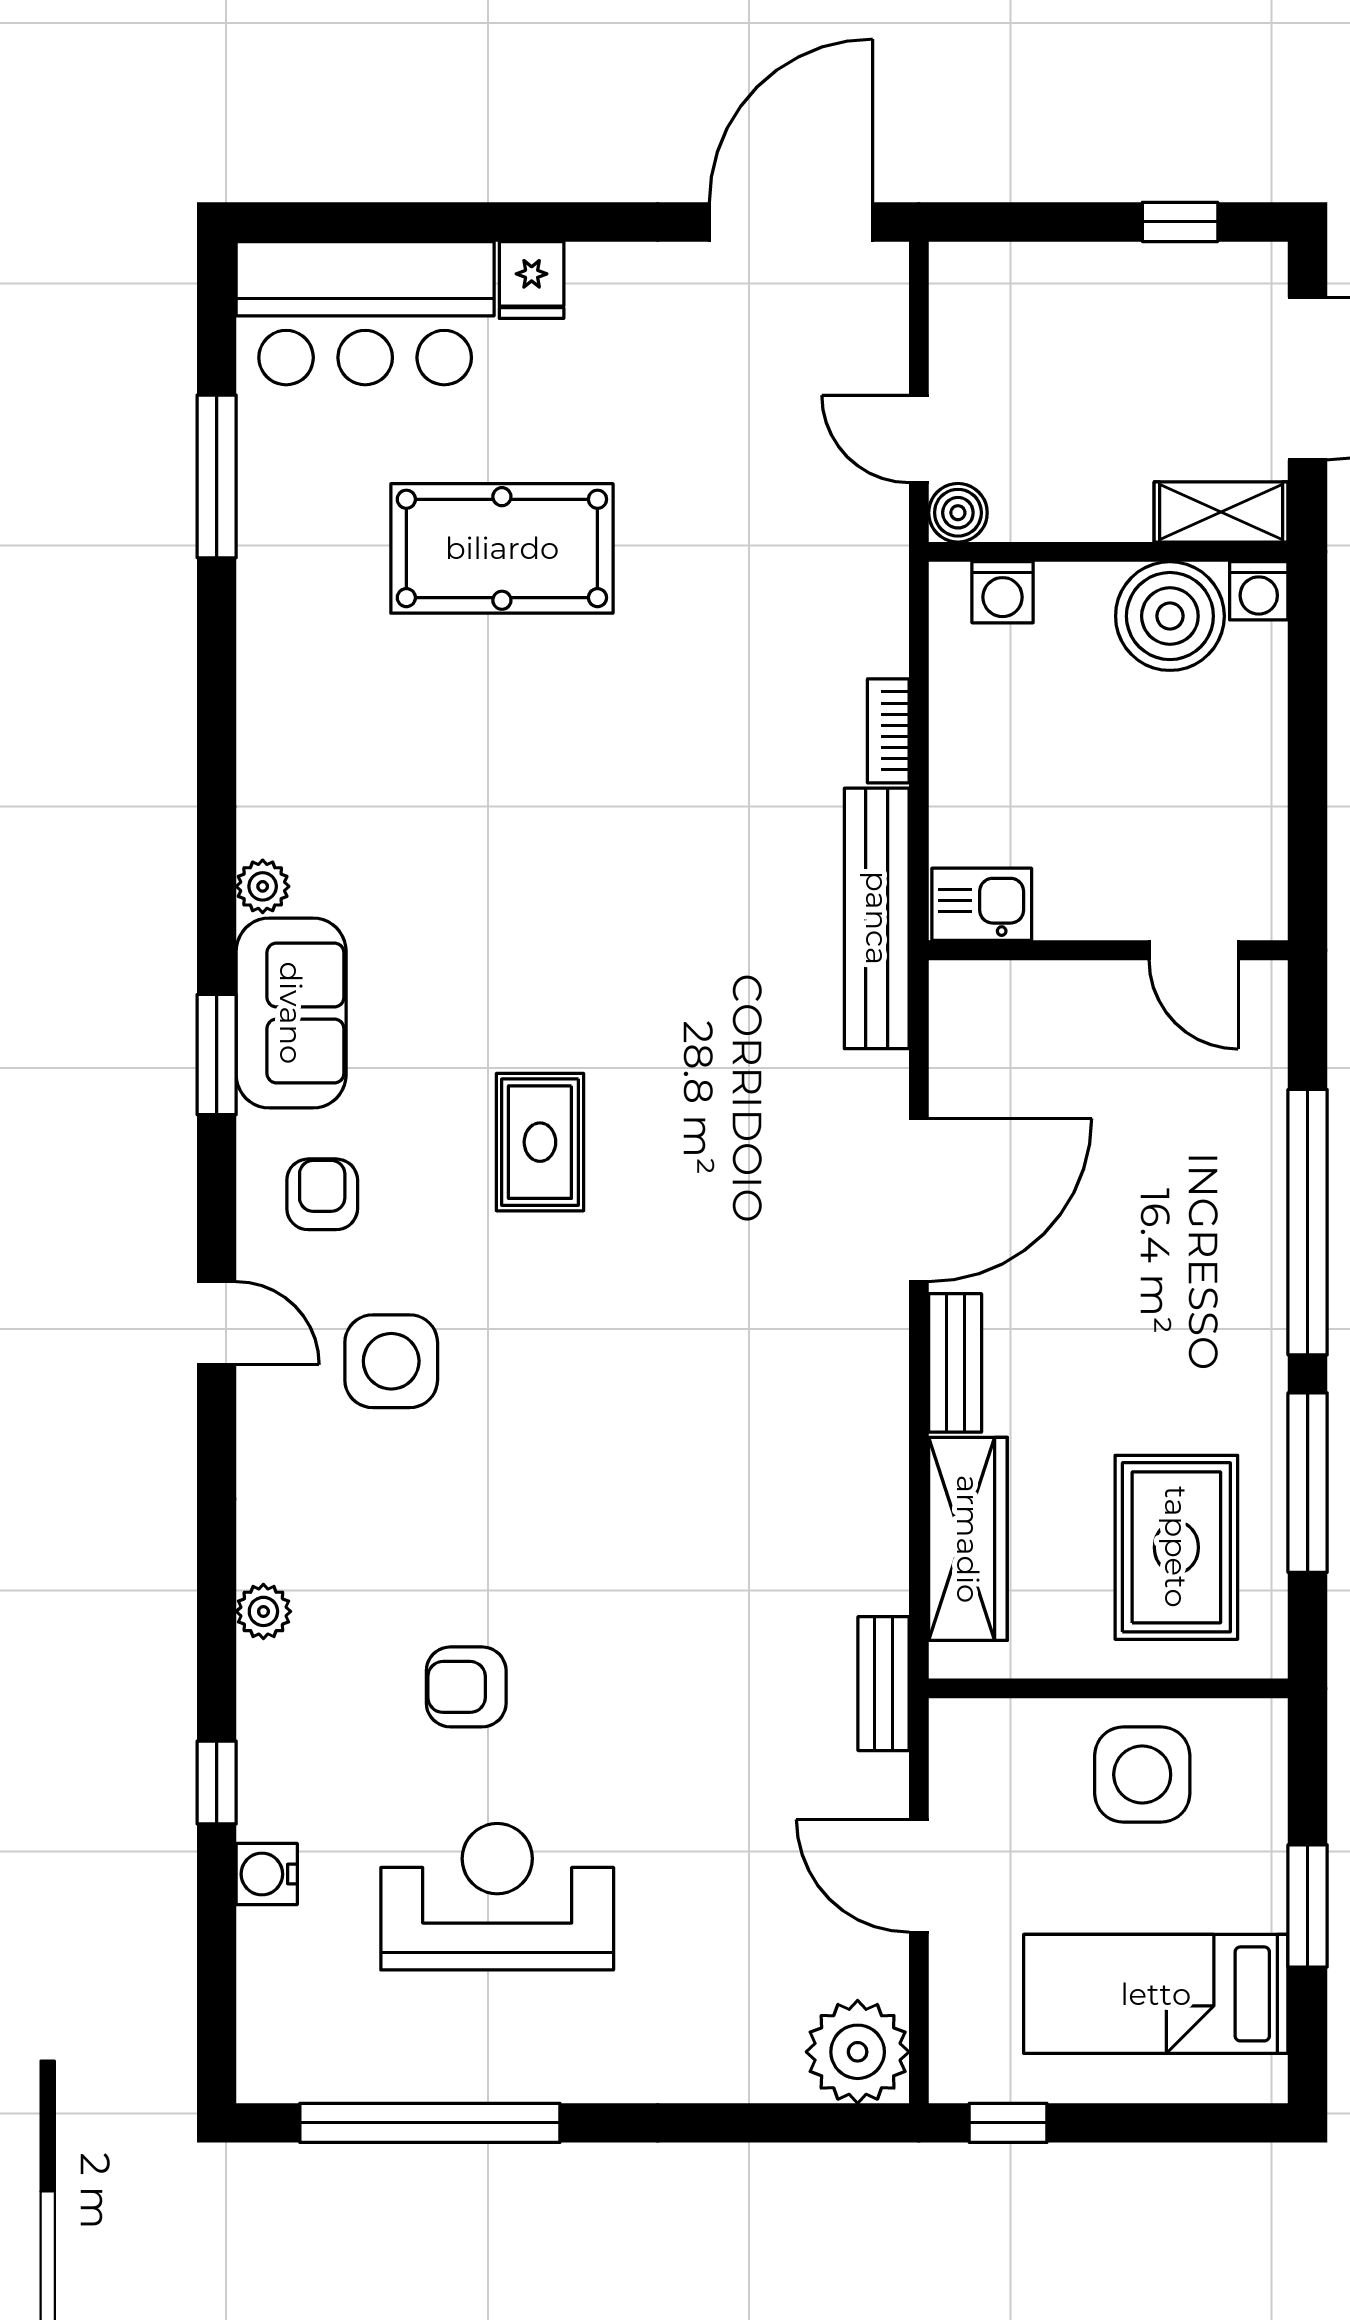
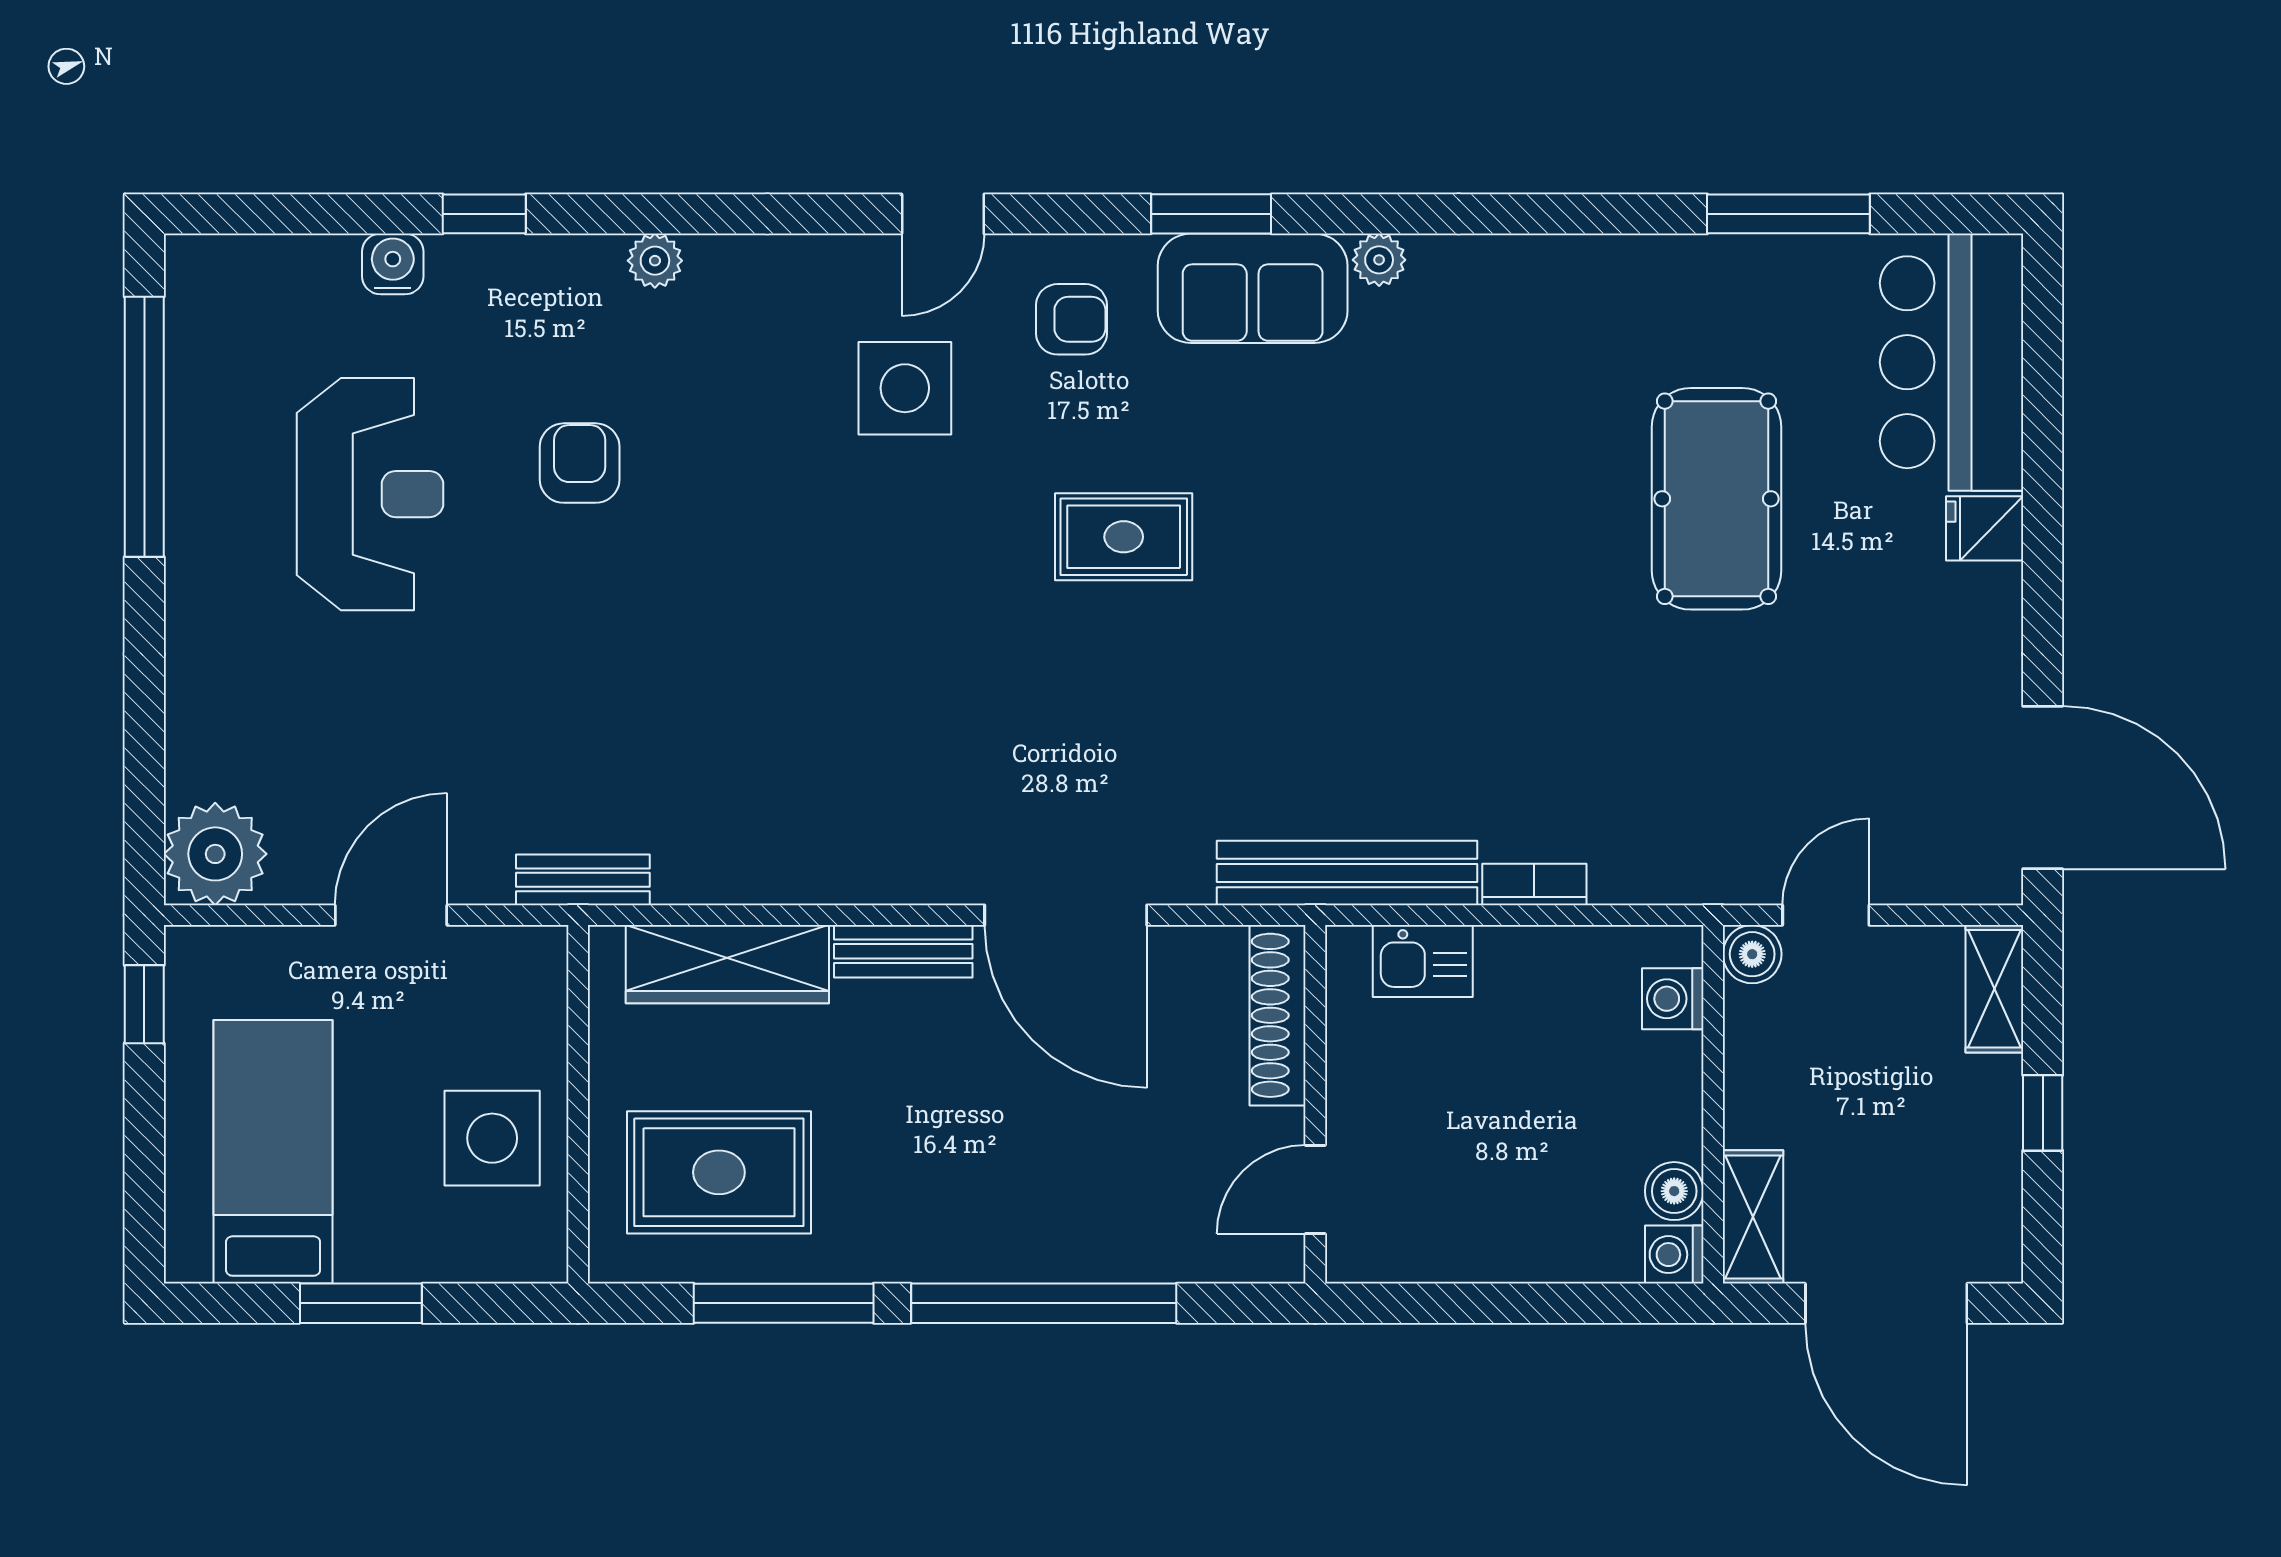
window: (1180, 222) -> (2043, 1113), moved
shelving: (993, 270) -> (1994, 989), added
boiler: (1170, 616) -> (1674, 1191), width x0.54, depth x0.54
kitchen sink: (982, 904) -> (1423, 961), moved, turned 90
shoe rack: (1019, 988) -> (1278, 1015), added

